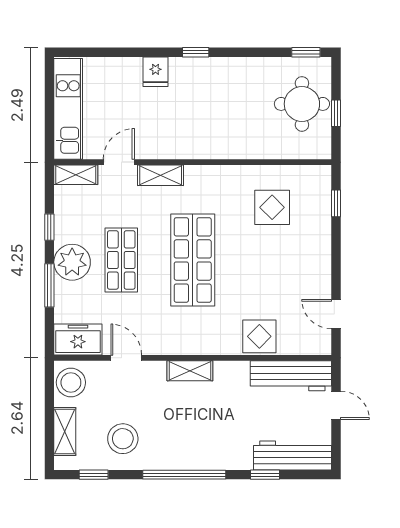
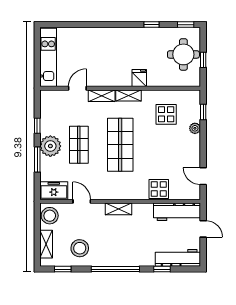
window: (196, 52) -> (151, 25), moved
fridge: (156, 72) -> (139, 78), moved, turned 180
shelving: (76, 175) -> (129, 95), moved
plant: (322, 232) -> (195, 128), added

